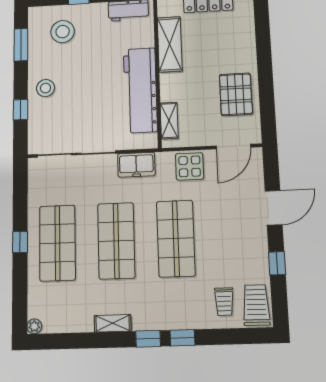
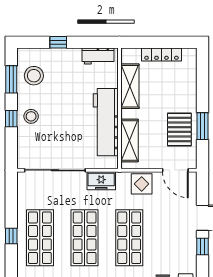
stool: (63, 32) -> (34, 76), moved
window: (266, 89) -> (203, 126), added
window: (21, 110) -> (11, 119), moved
shelving: (169, 121) -> (129, 140), width x1.50, depth x1.33
door: (233, 147) -> (175, 170), hinge flipped
window: (277, 263) -> (203, 247), moved

